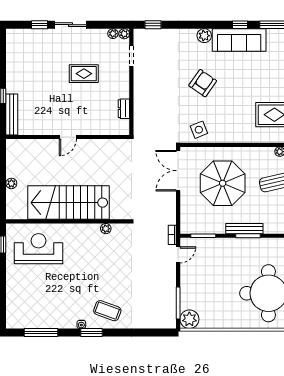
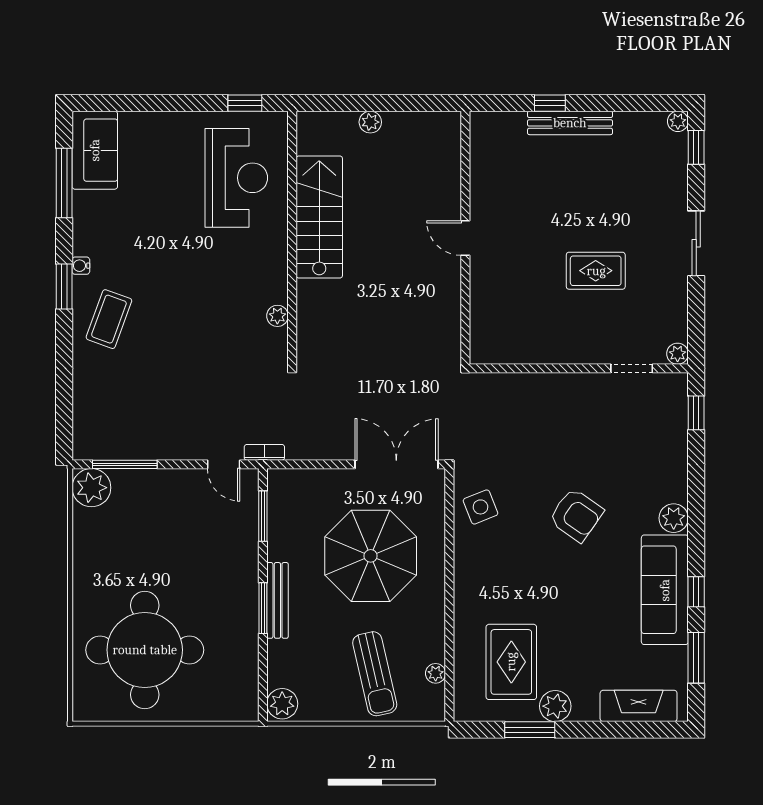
window: (39, 25) -> (696, 147), moved
plant: (113, 34) -> (678, 121), moved
rug: (84, 74) -> (596, 271), turned 90
dresser: (124, 109) -> (524, 353), removed
bench: (12, 114) -> (570, 123), moved
stairs: (68, 203) -> (319, 217), width x0.73, depth x0.66
sofa: (25, 318) -> (95, 150), added

